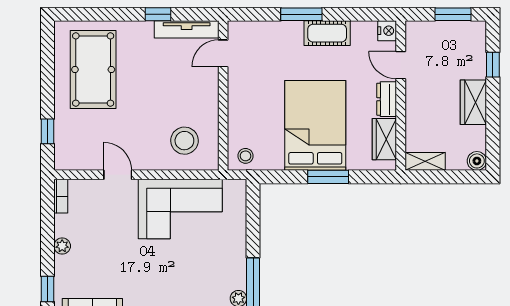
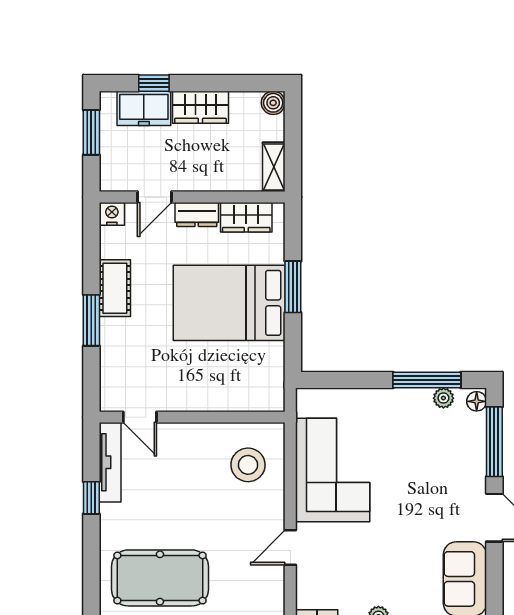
freezer: (472, 57) -> (144, 108), added
stool: (245, 156) -> (267, 389), removed

